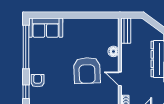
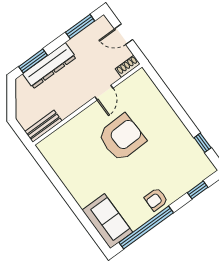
floor lamp: (113, 51) -> (78, 123), removed
armchair: (38, 81) -> (156, 199), moved

